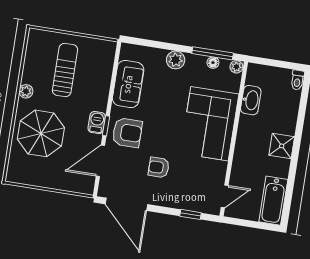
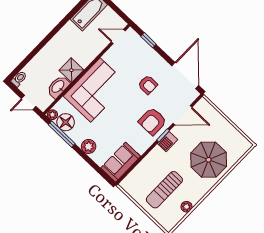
door: (270, 62) -> (29, 102), added
floor lamp: (213, 63) -> (66, 122), width x1.89, depth x1.89
sofa: (128, 84) -> (121, 162), moved
plant: (26, 91) -> (187, 207), moved
armchair: (127, 133) -> (152, 121), turned -90
shower: (282, 146) -> (71, 70), moved

